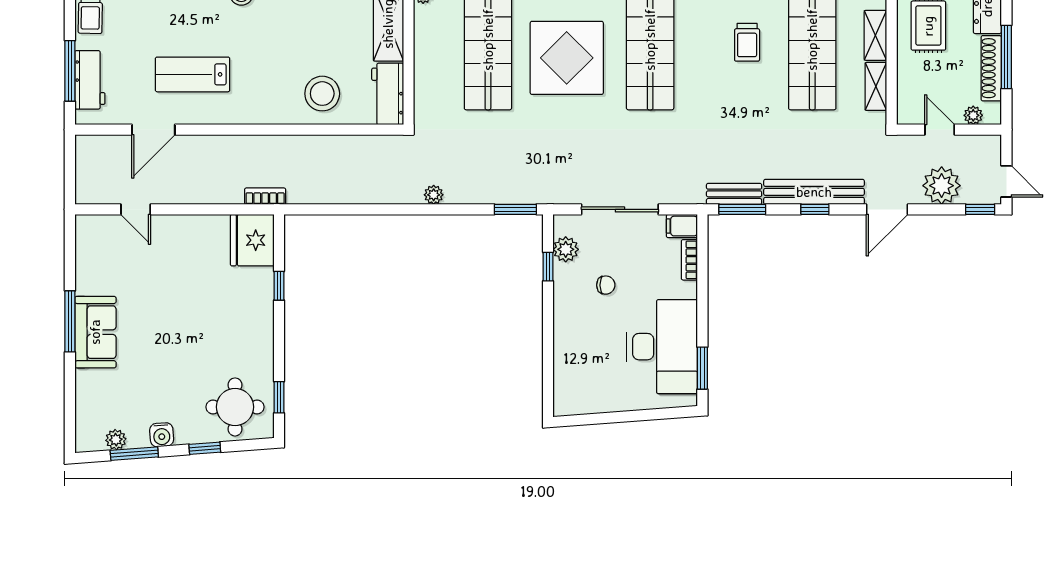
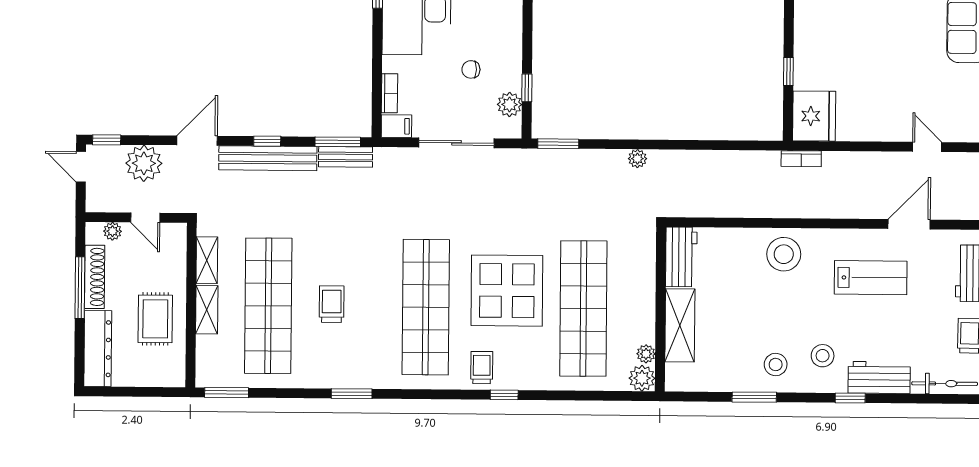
stool: (322, 94) -> (784, 254), moved

